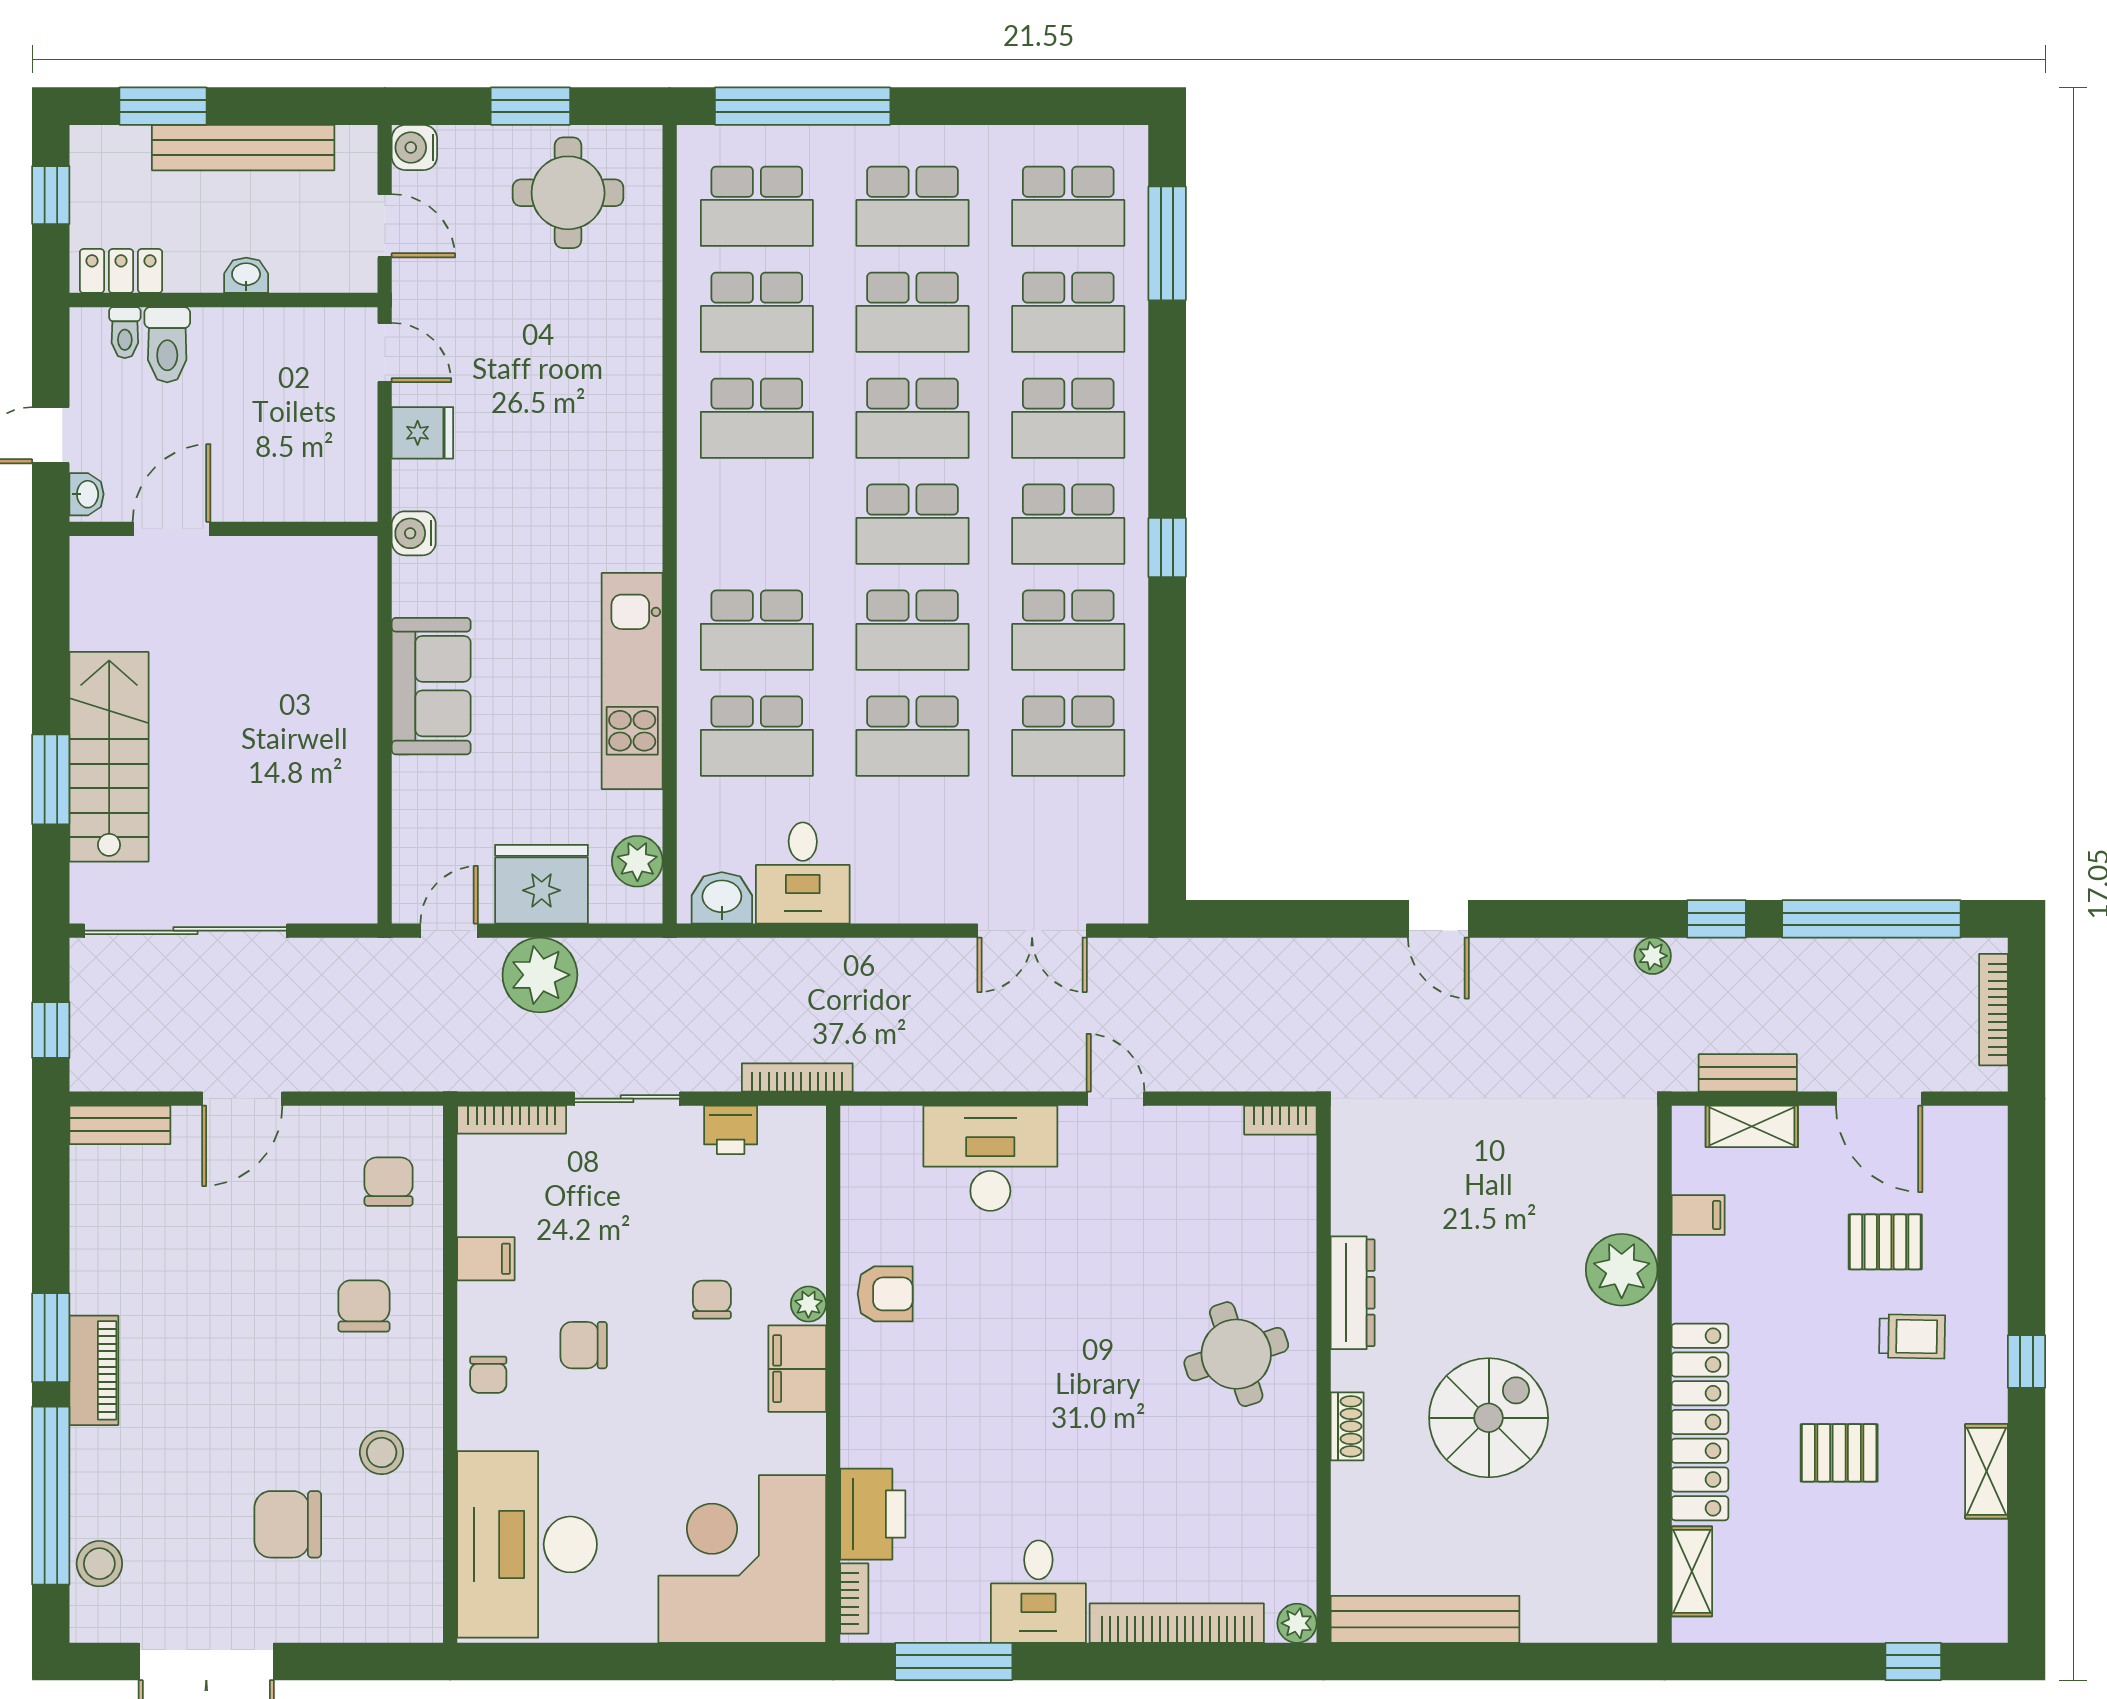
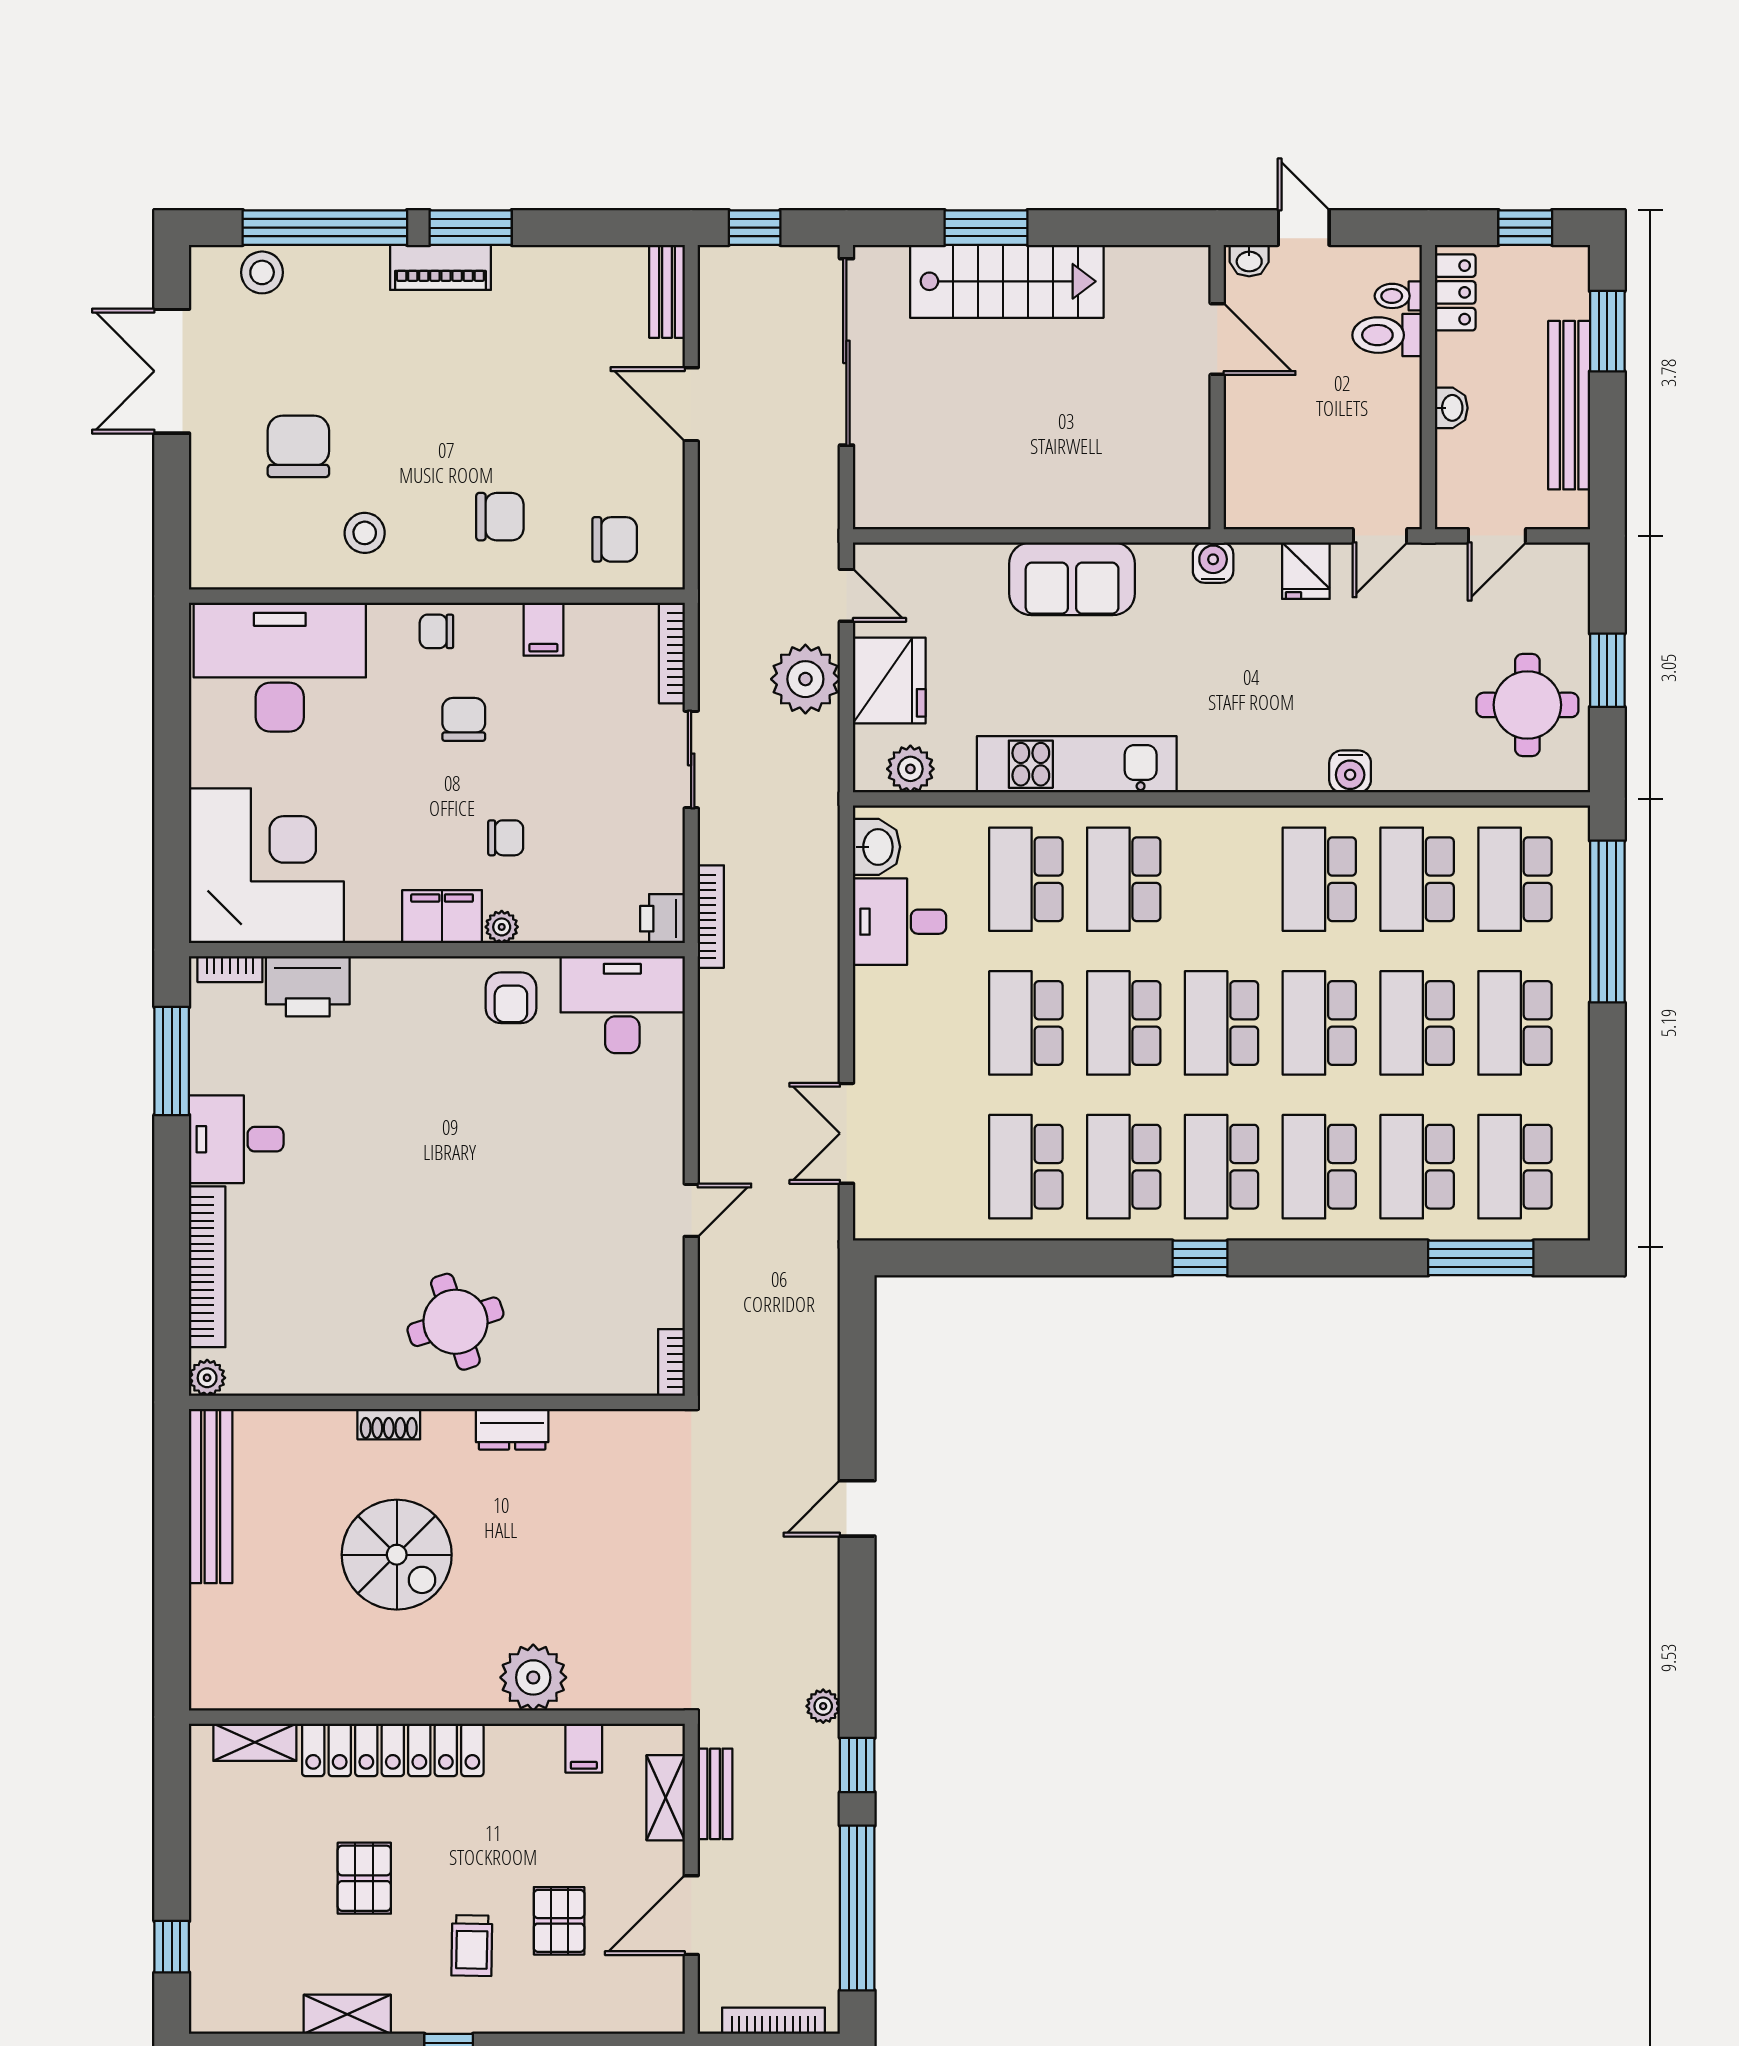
water cooler: (414, 148) -> (1350, 771), moved, turned 180
printer: (731, 1130) -> (662, 919), moved
desk: (990, 1158) -> (622, 1005), moved, turned -90
dresser: (1353, 1293) -> (512, 1429), width x0.70

